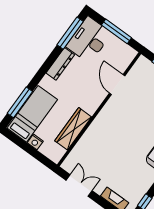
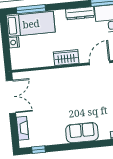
wardrobe: (73, 129) -> (66, 58), moved, width x0.67
double door: (79, 186) -> (11, 97), width x1.37

